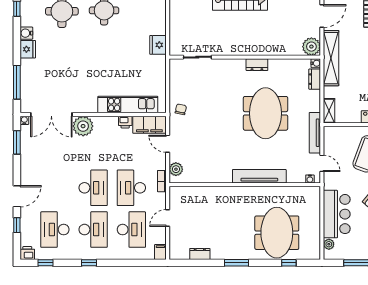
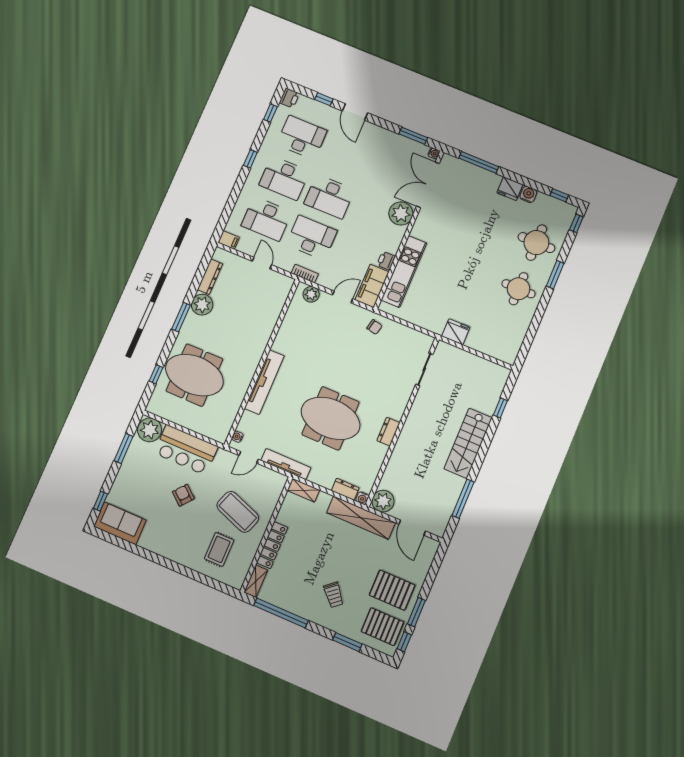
plant: (329, 244) -> (150, 430), width x1.88, depth x1.88
plant: (220, 251) -> (202, 305), added
dresser: (200, 254) -> (210, 277), width x1.44

